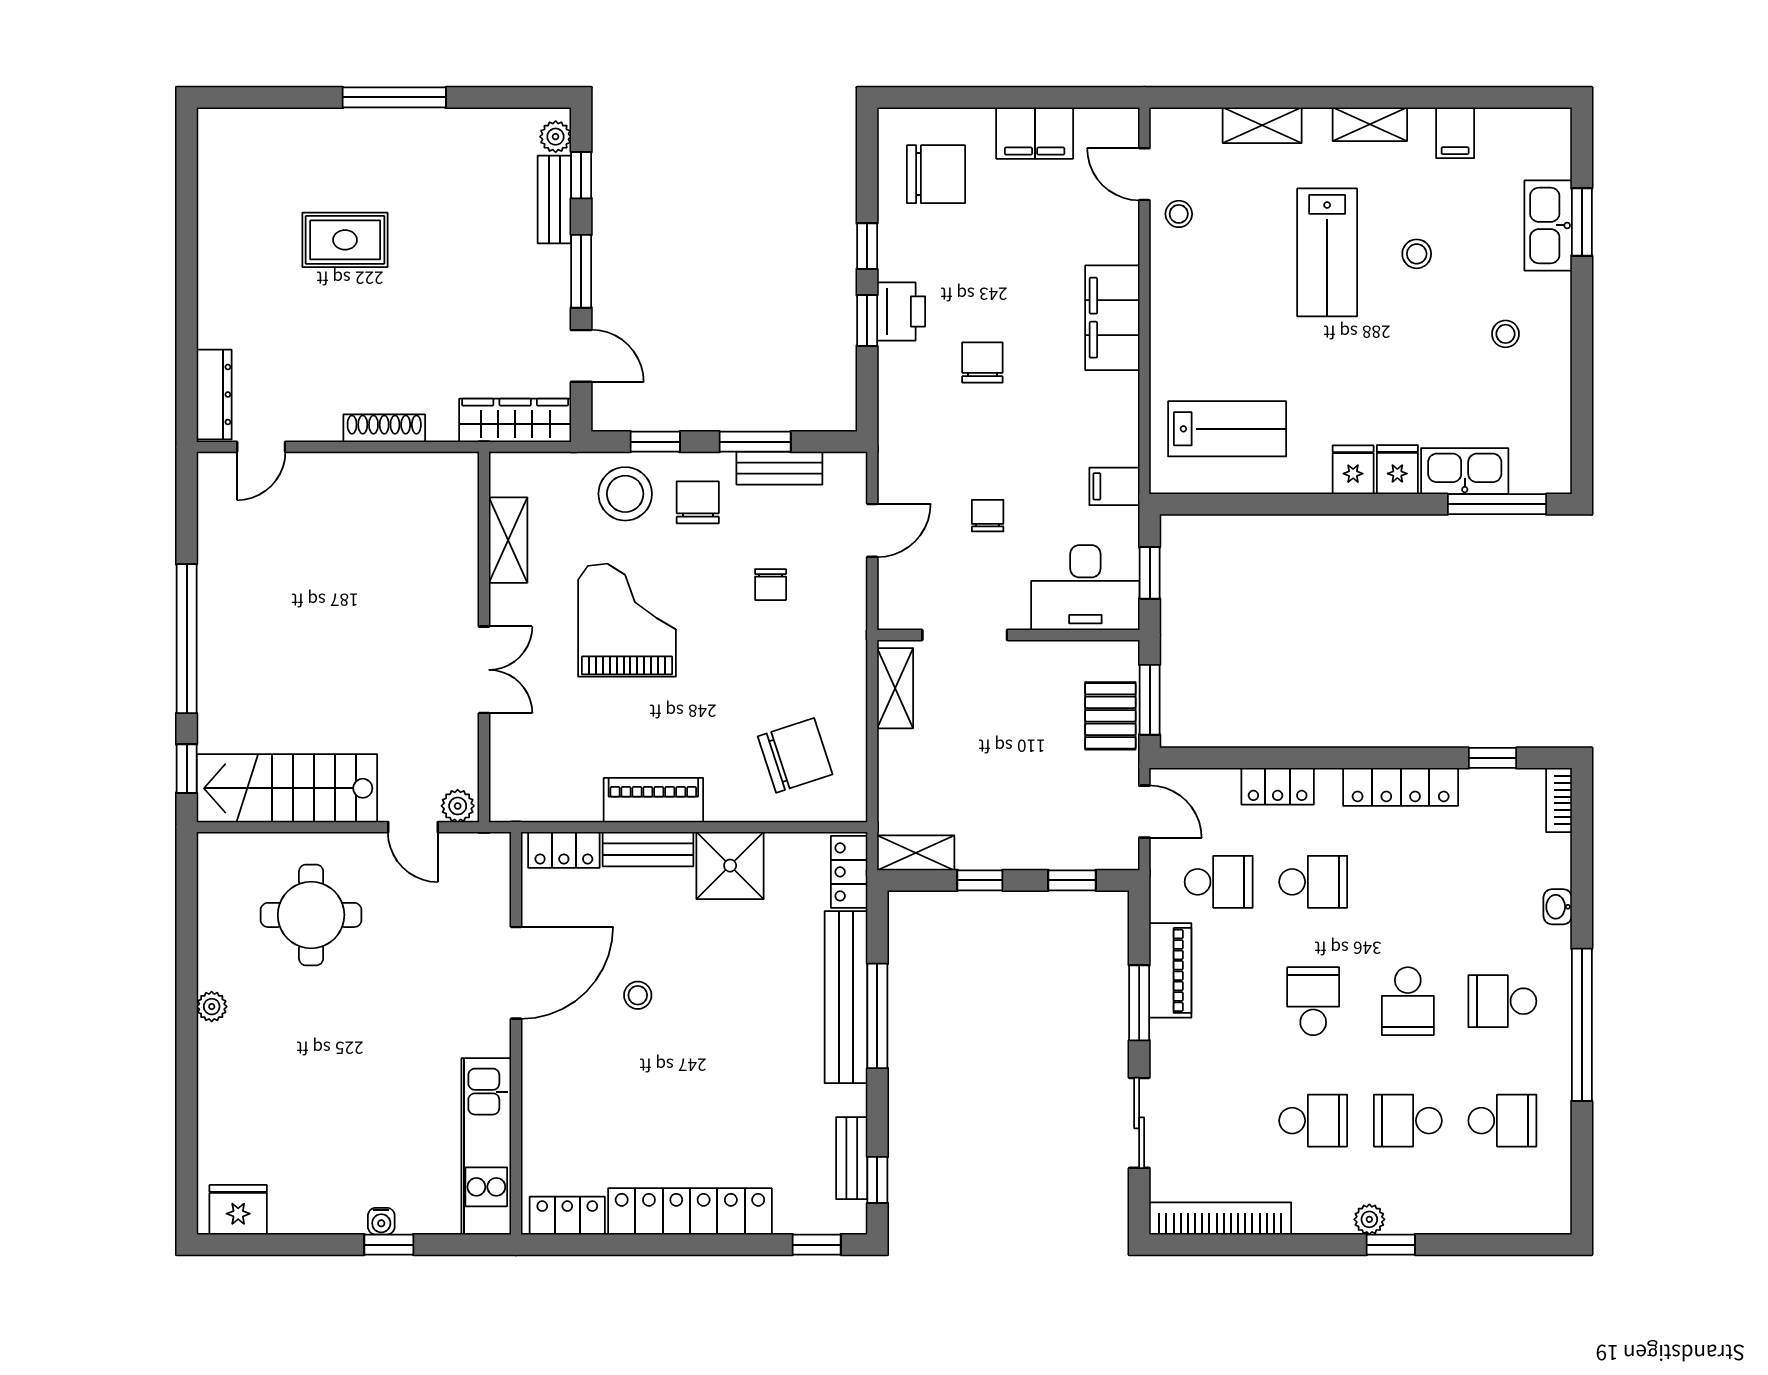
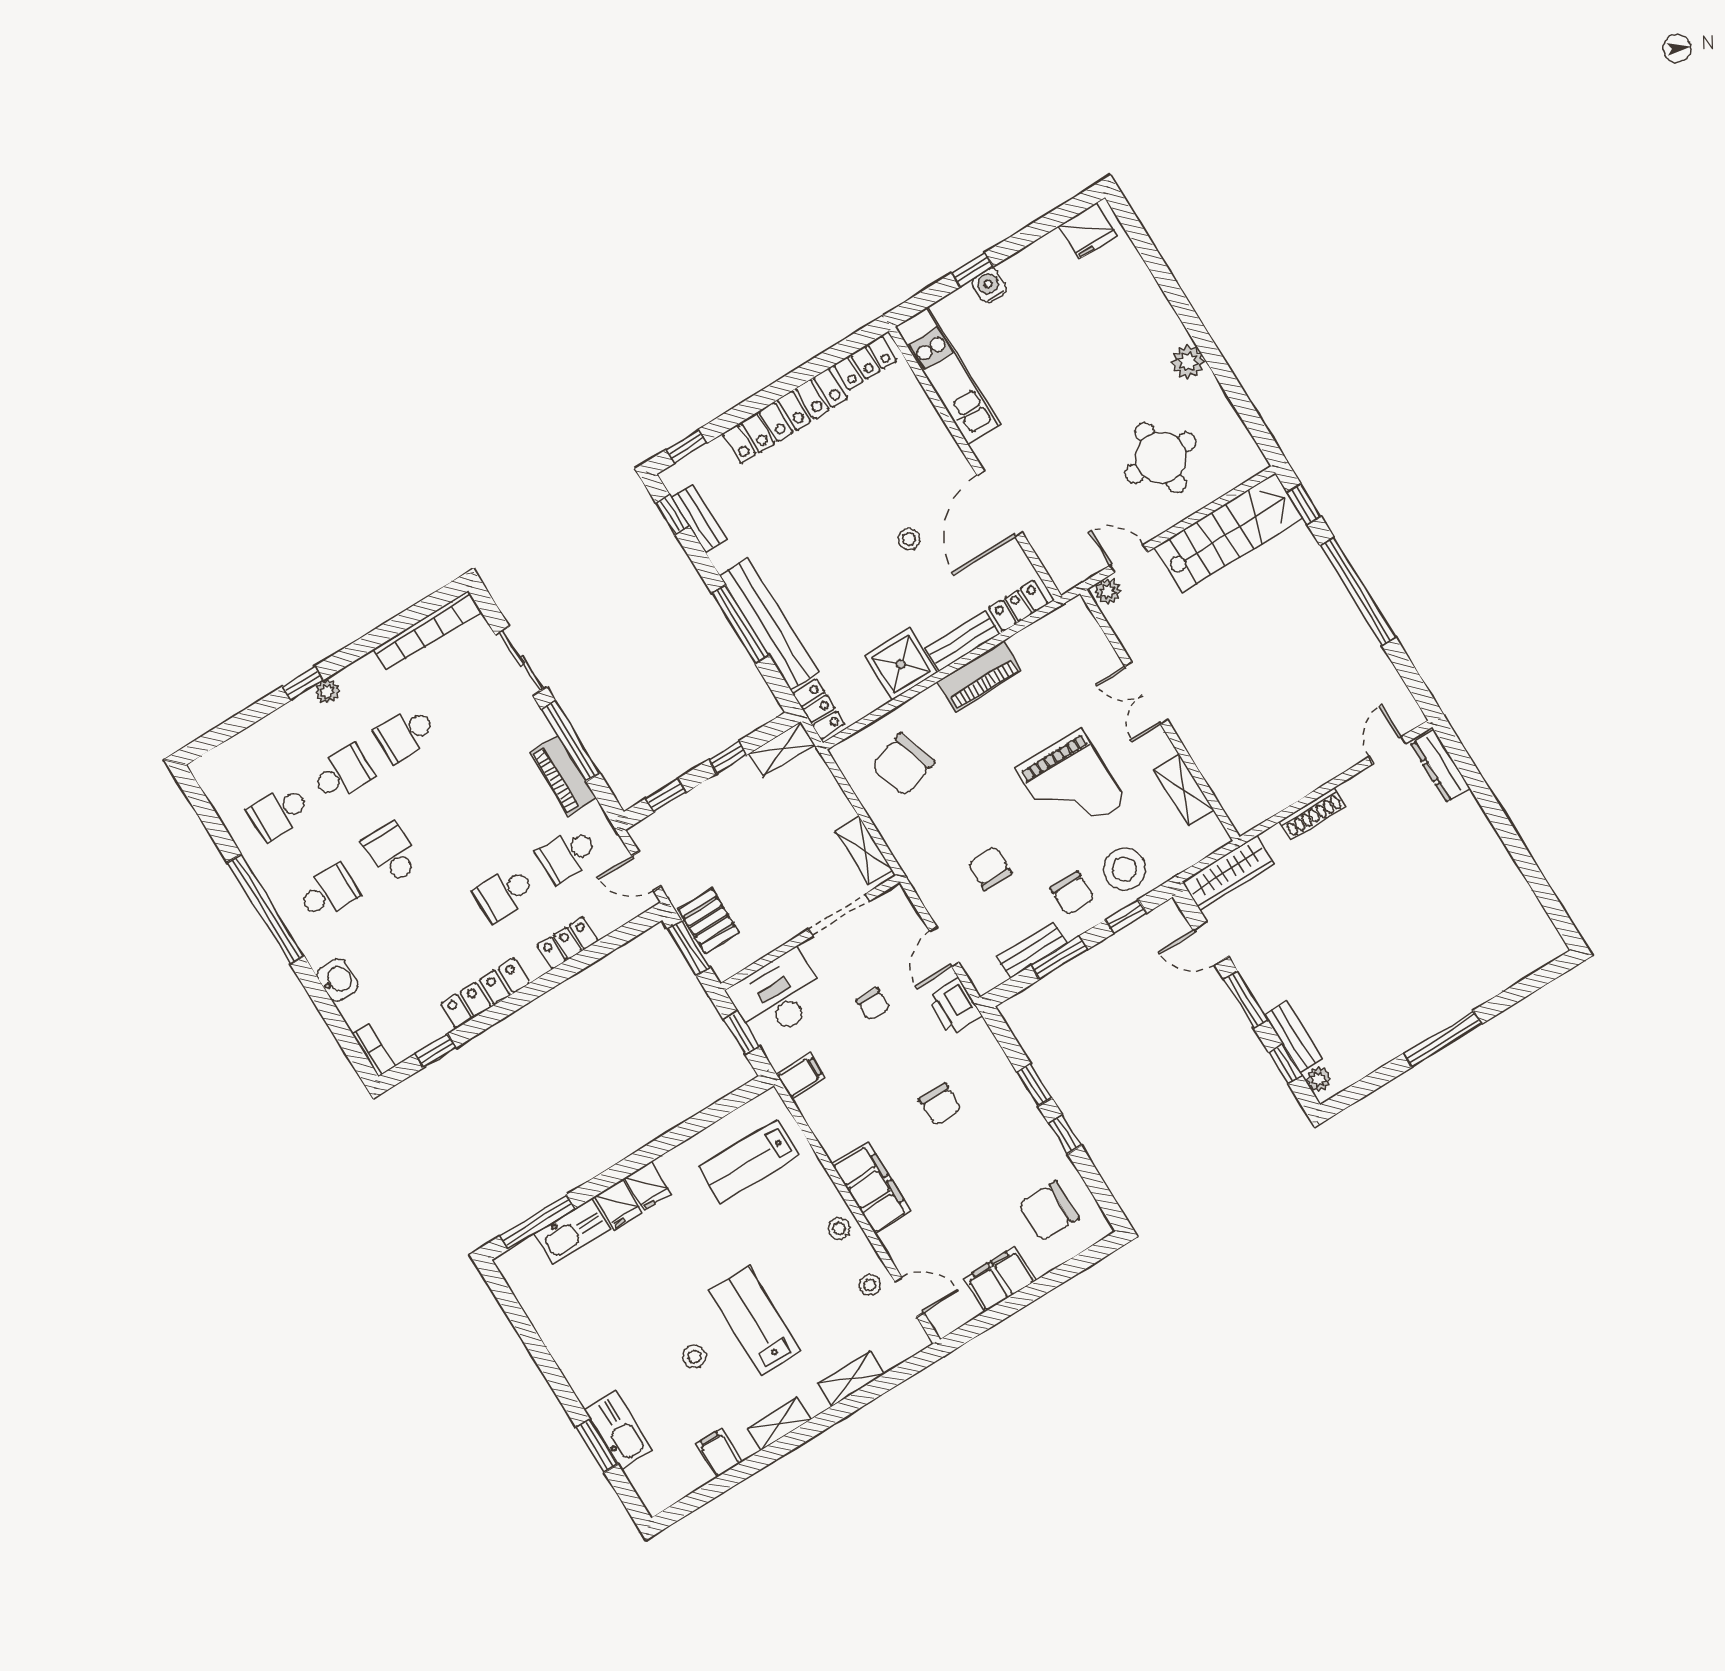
rug: (345, 240) -> (1417, 923), removed
printer: (901, 311) -> (955, 1007), moved
stool: (1505, 334) -> (839, 1229), moved
chair: (771, 585) -> (990, 869), width x1.37, depth x1.37
washbasin: (1558, 907) -> (338, 980), width x1.38, depth x1.45
school desk: (1313, 1001) -> (455, 814), removed
window: (1139, 1003) -> (571, 741), width x1.44
plant: (212, 1007) -> (1188, 362), width x1.38, depth x1.38
water cooler: (381, 1221) -> (989, 286), width x1.38, depth x1.38

